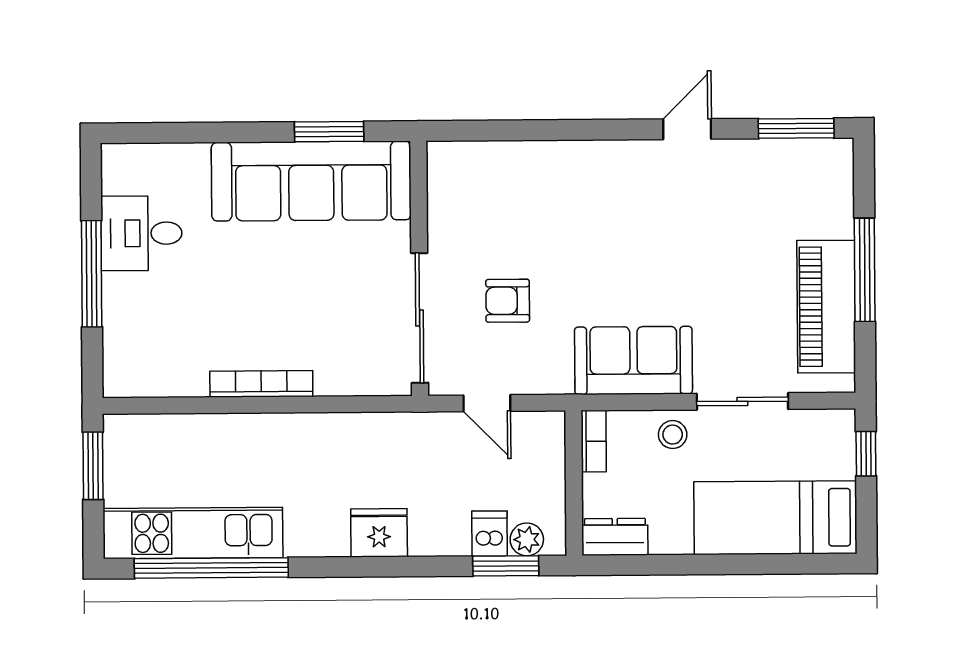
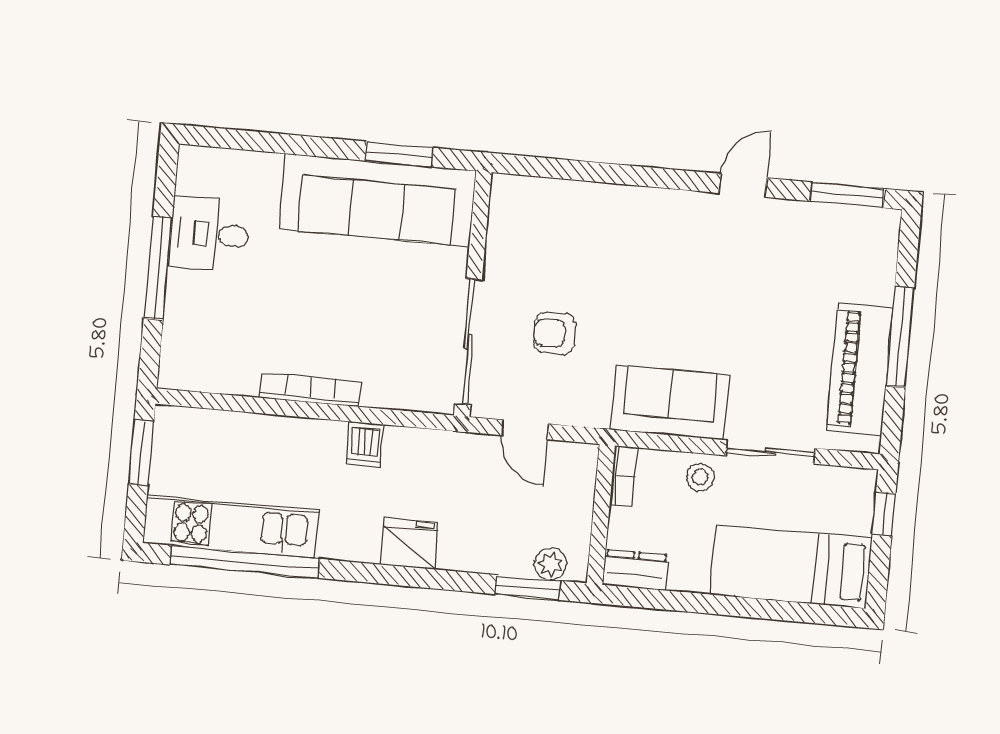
dishwasher: (490, 534) -> (365, 444), moved, turned 180

